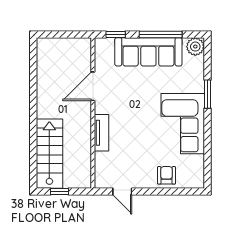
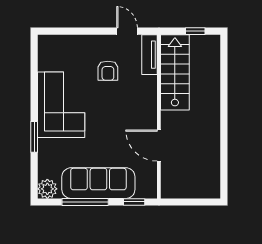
door: (93, 86) -> (159, 146), swing flipped
tv unit: (101, 133) -> (150, 55), moved
stairs: (49, 154) -> (175, 72), moved, turned 180
armchair: (166, 175) -> (108, 71), moved

